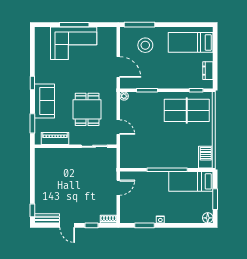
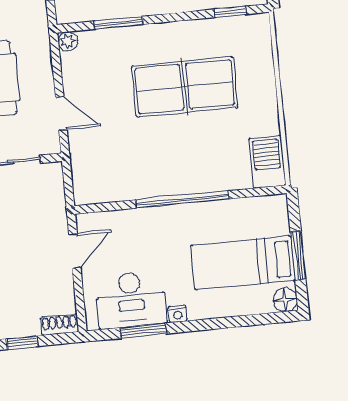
table tennis table: (187, 110) -> (185, 87), moved
bed: (191, 181) -> (243, 263), moved
desk: (141, 211) -> (131, 300), added

